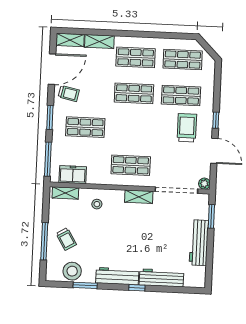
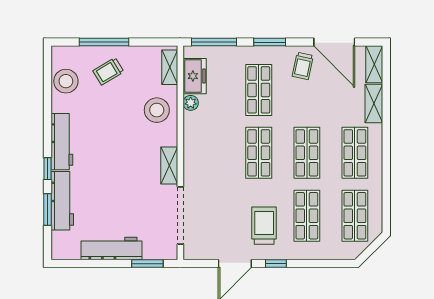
trolley: (187, 128) -> (264, 226), turned -90
shop shelf: (131, 165) -> (259, 153), moved
plant: (204, 184) -> (191, 103), moved
stool: (97, 204) -> (157, 110), width x1.89, depth x1.89
window: (85, 285) -> (48, 210), moved

